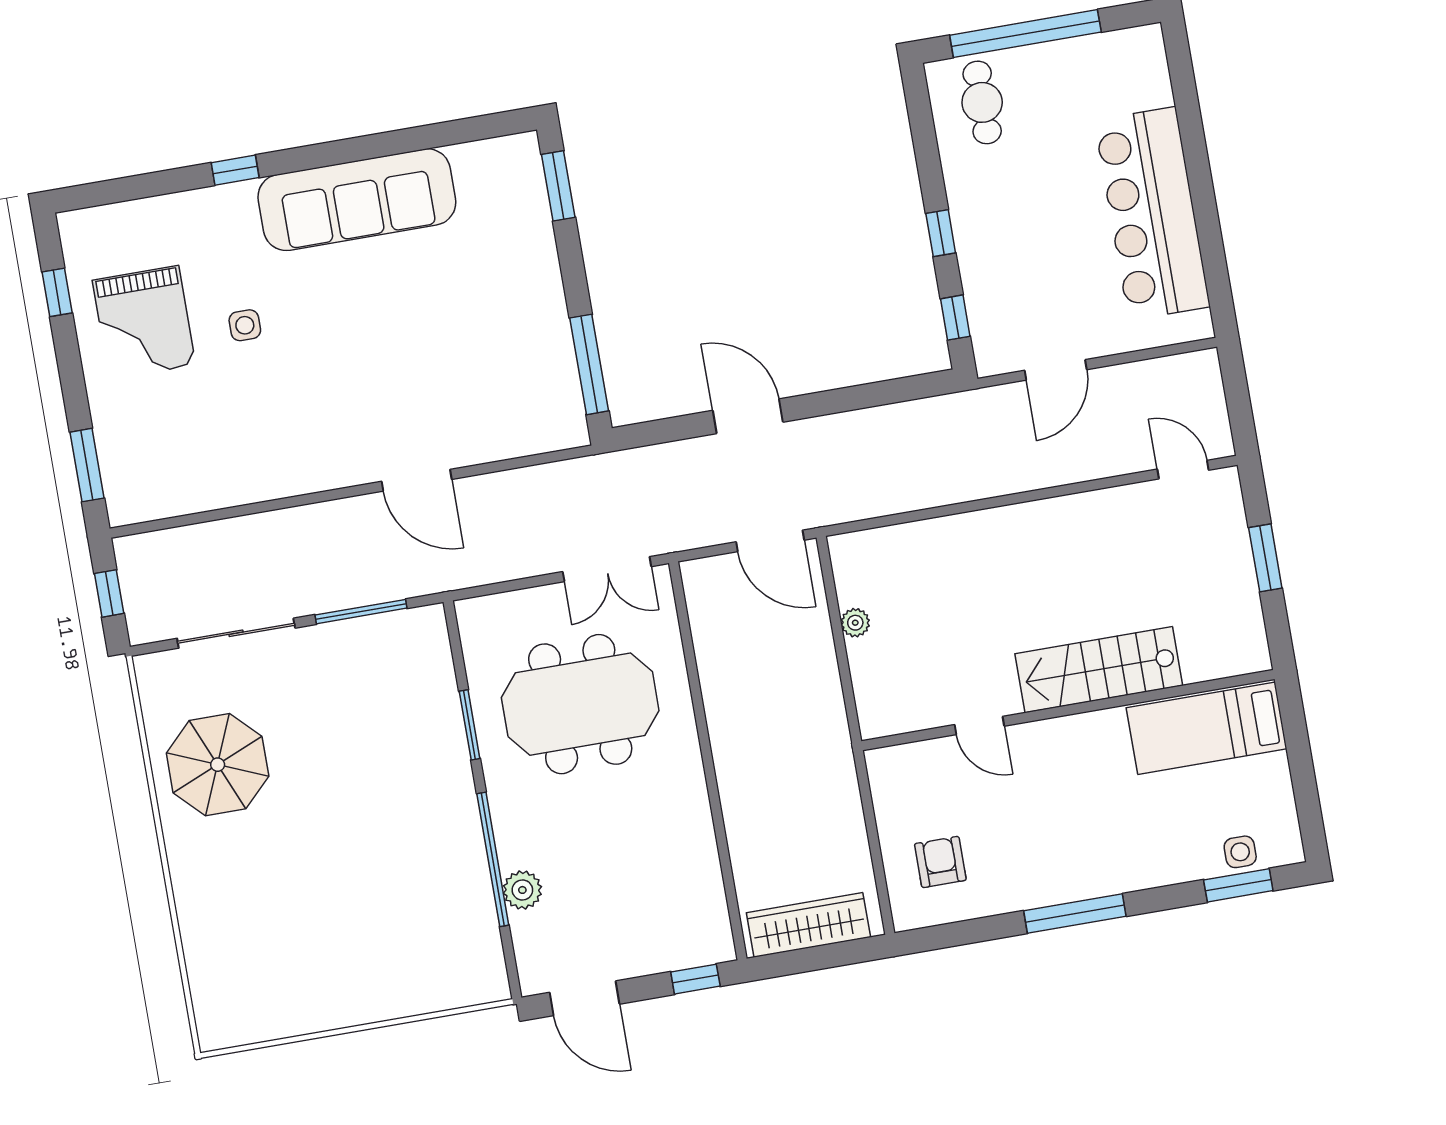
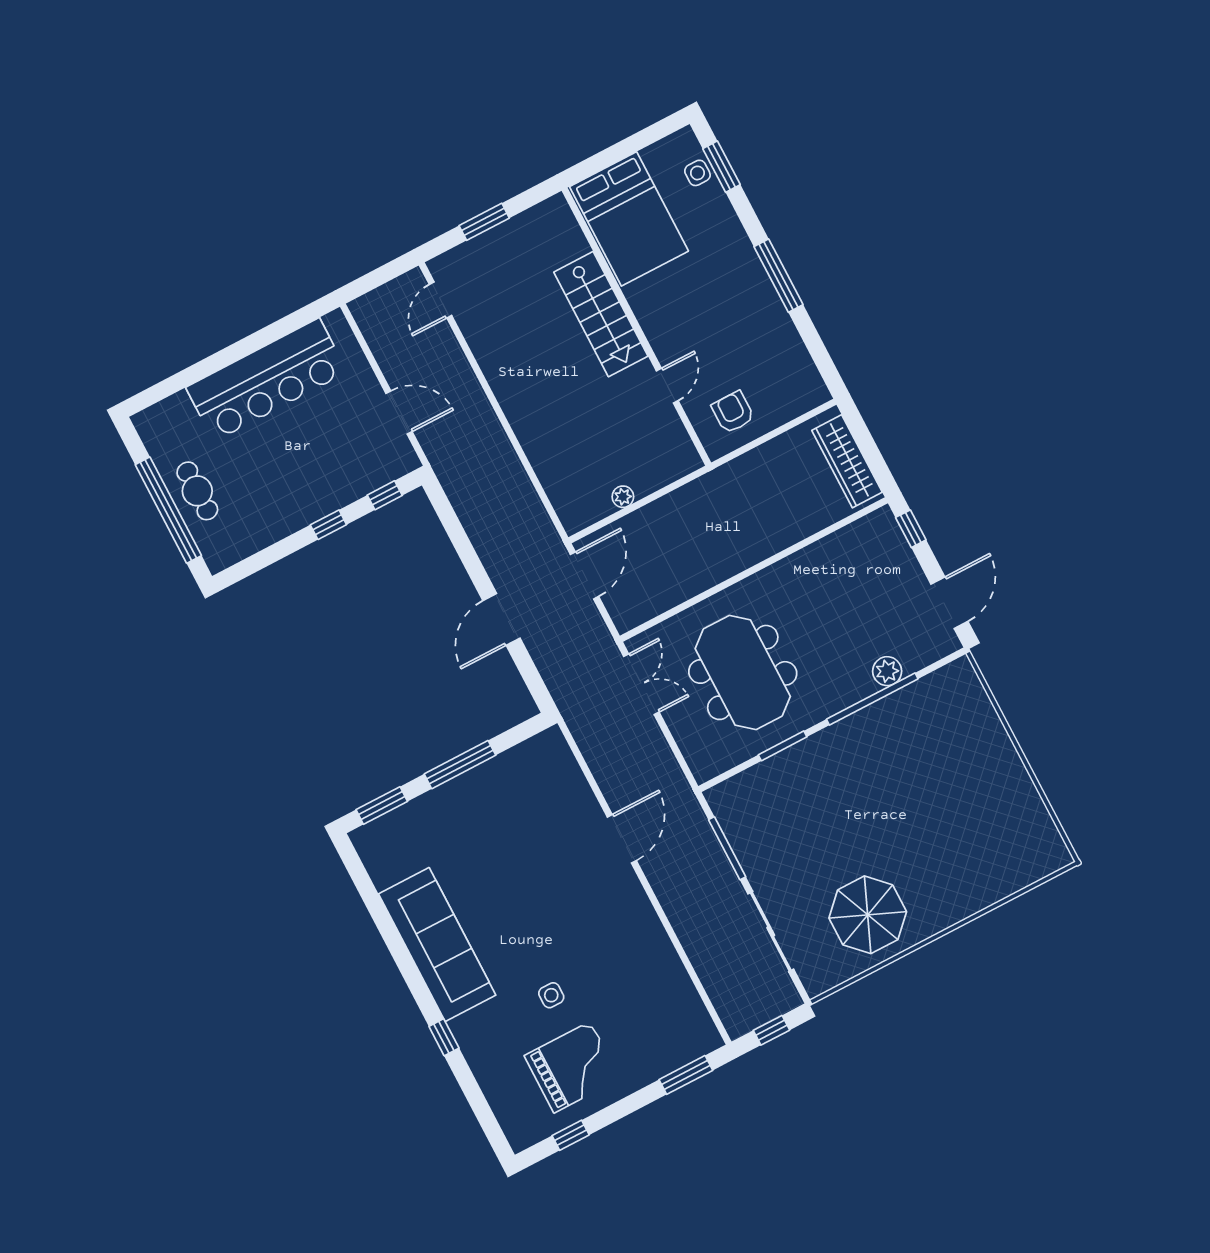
cafe table: (982, 102) -> (197, 491), moved, turned 90
window: (589, 364) -> (460, 765), moved
bed: (1207, 728) -> (629, 219), width x1.50
armchair: (940, 862) -> (733, 412), moved, turned 90

